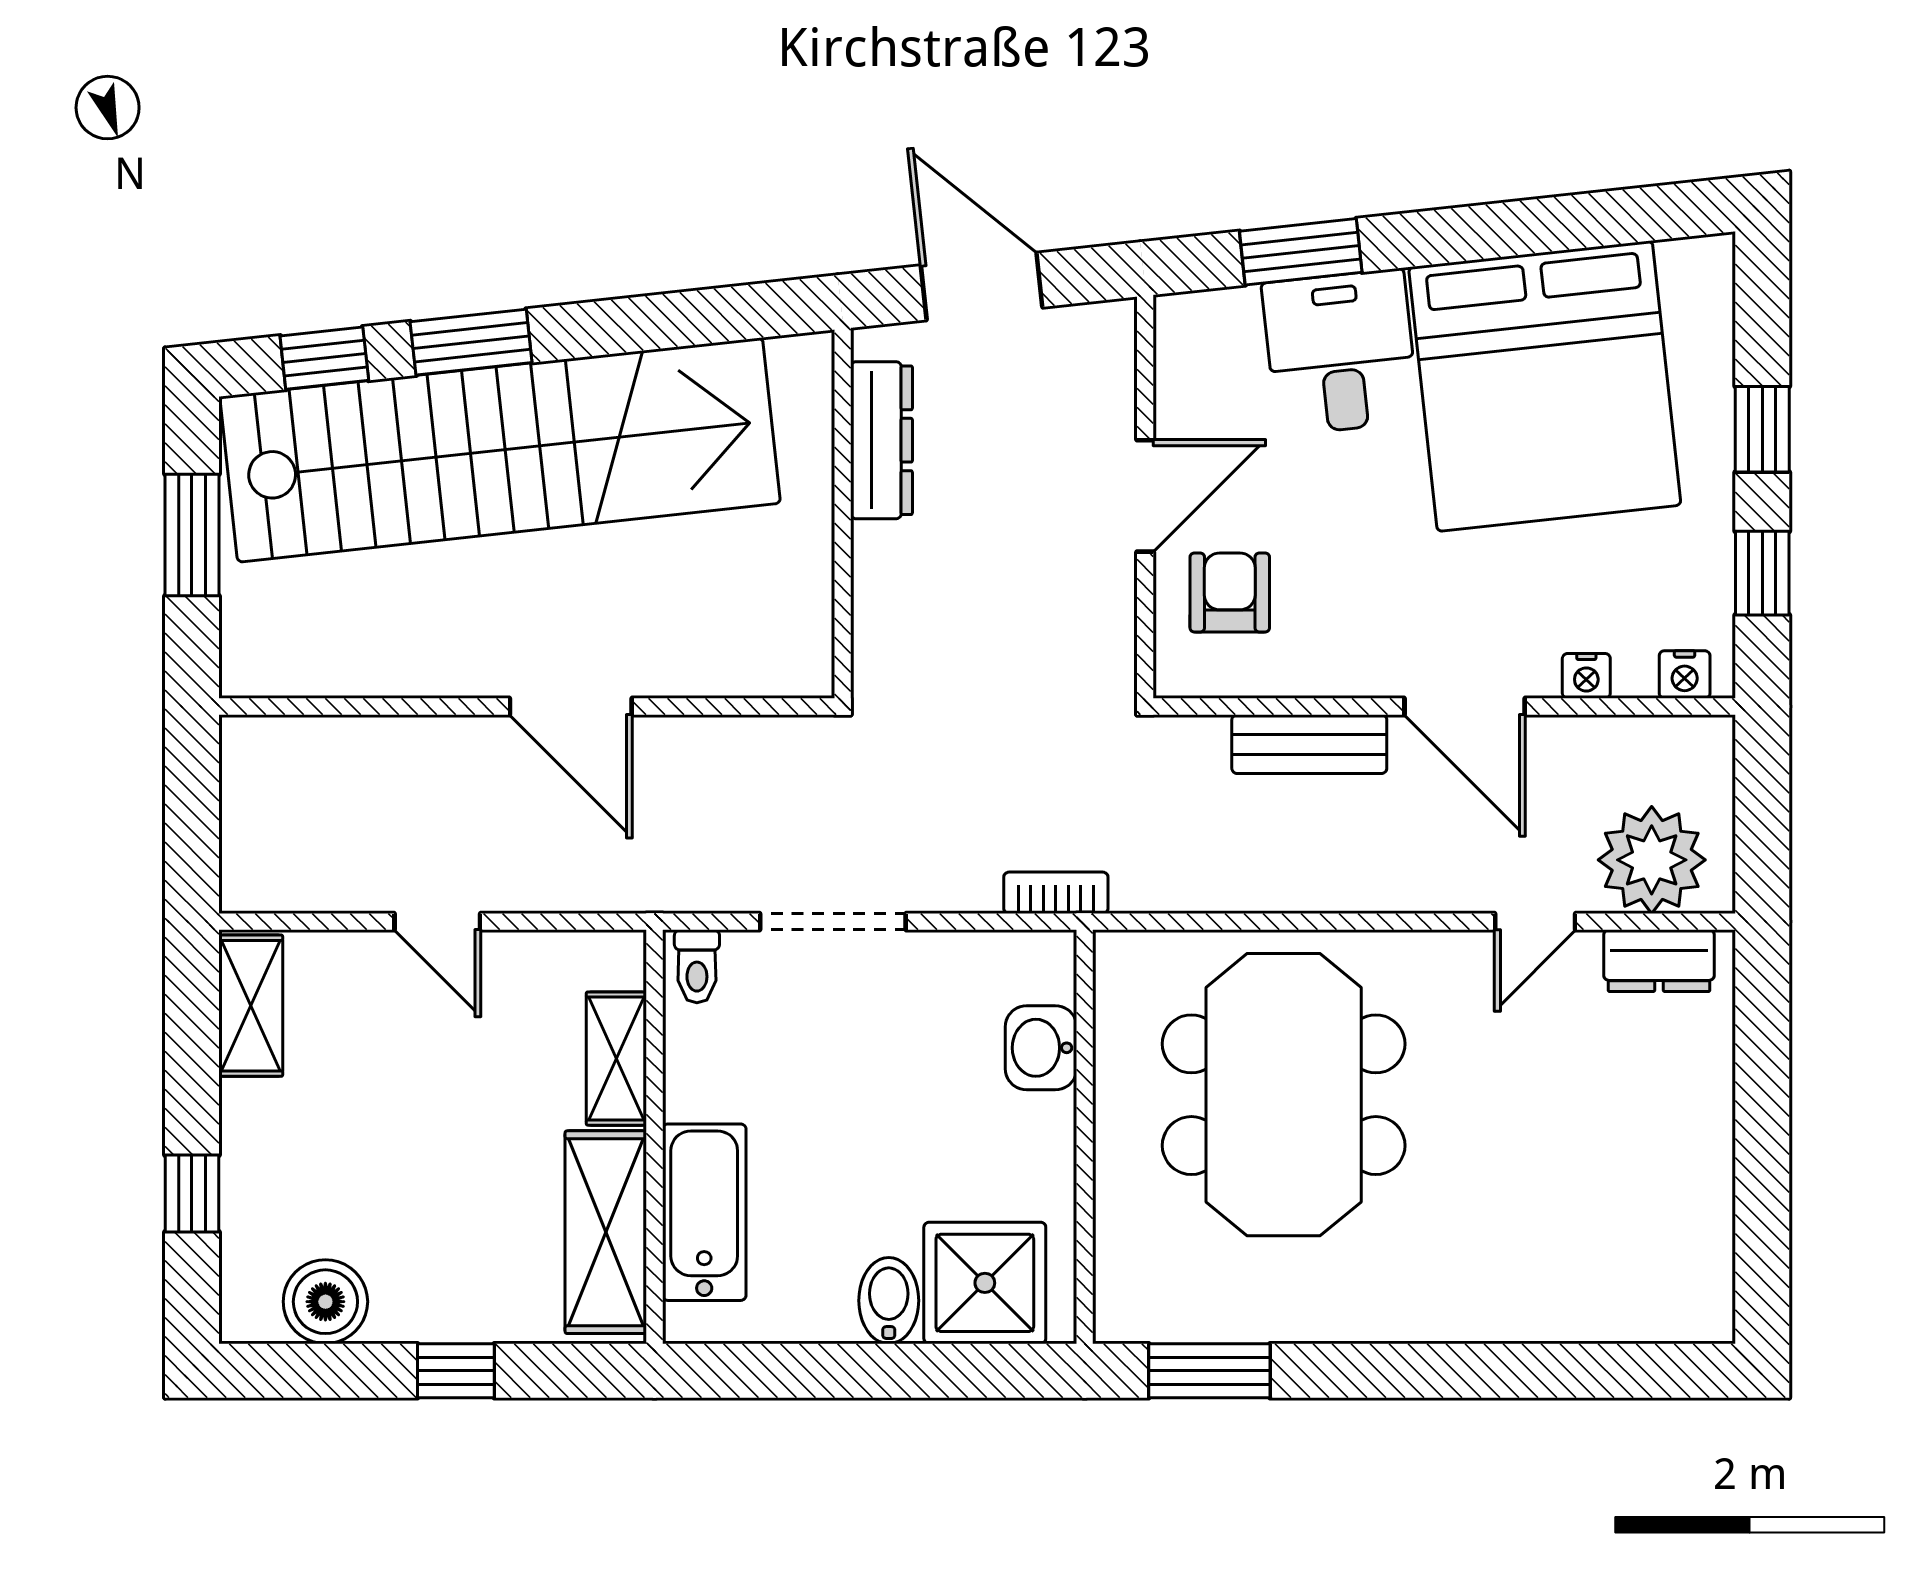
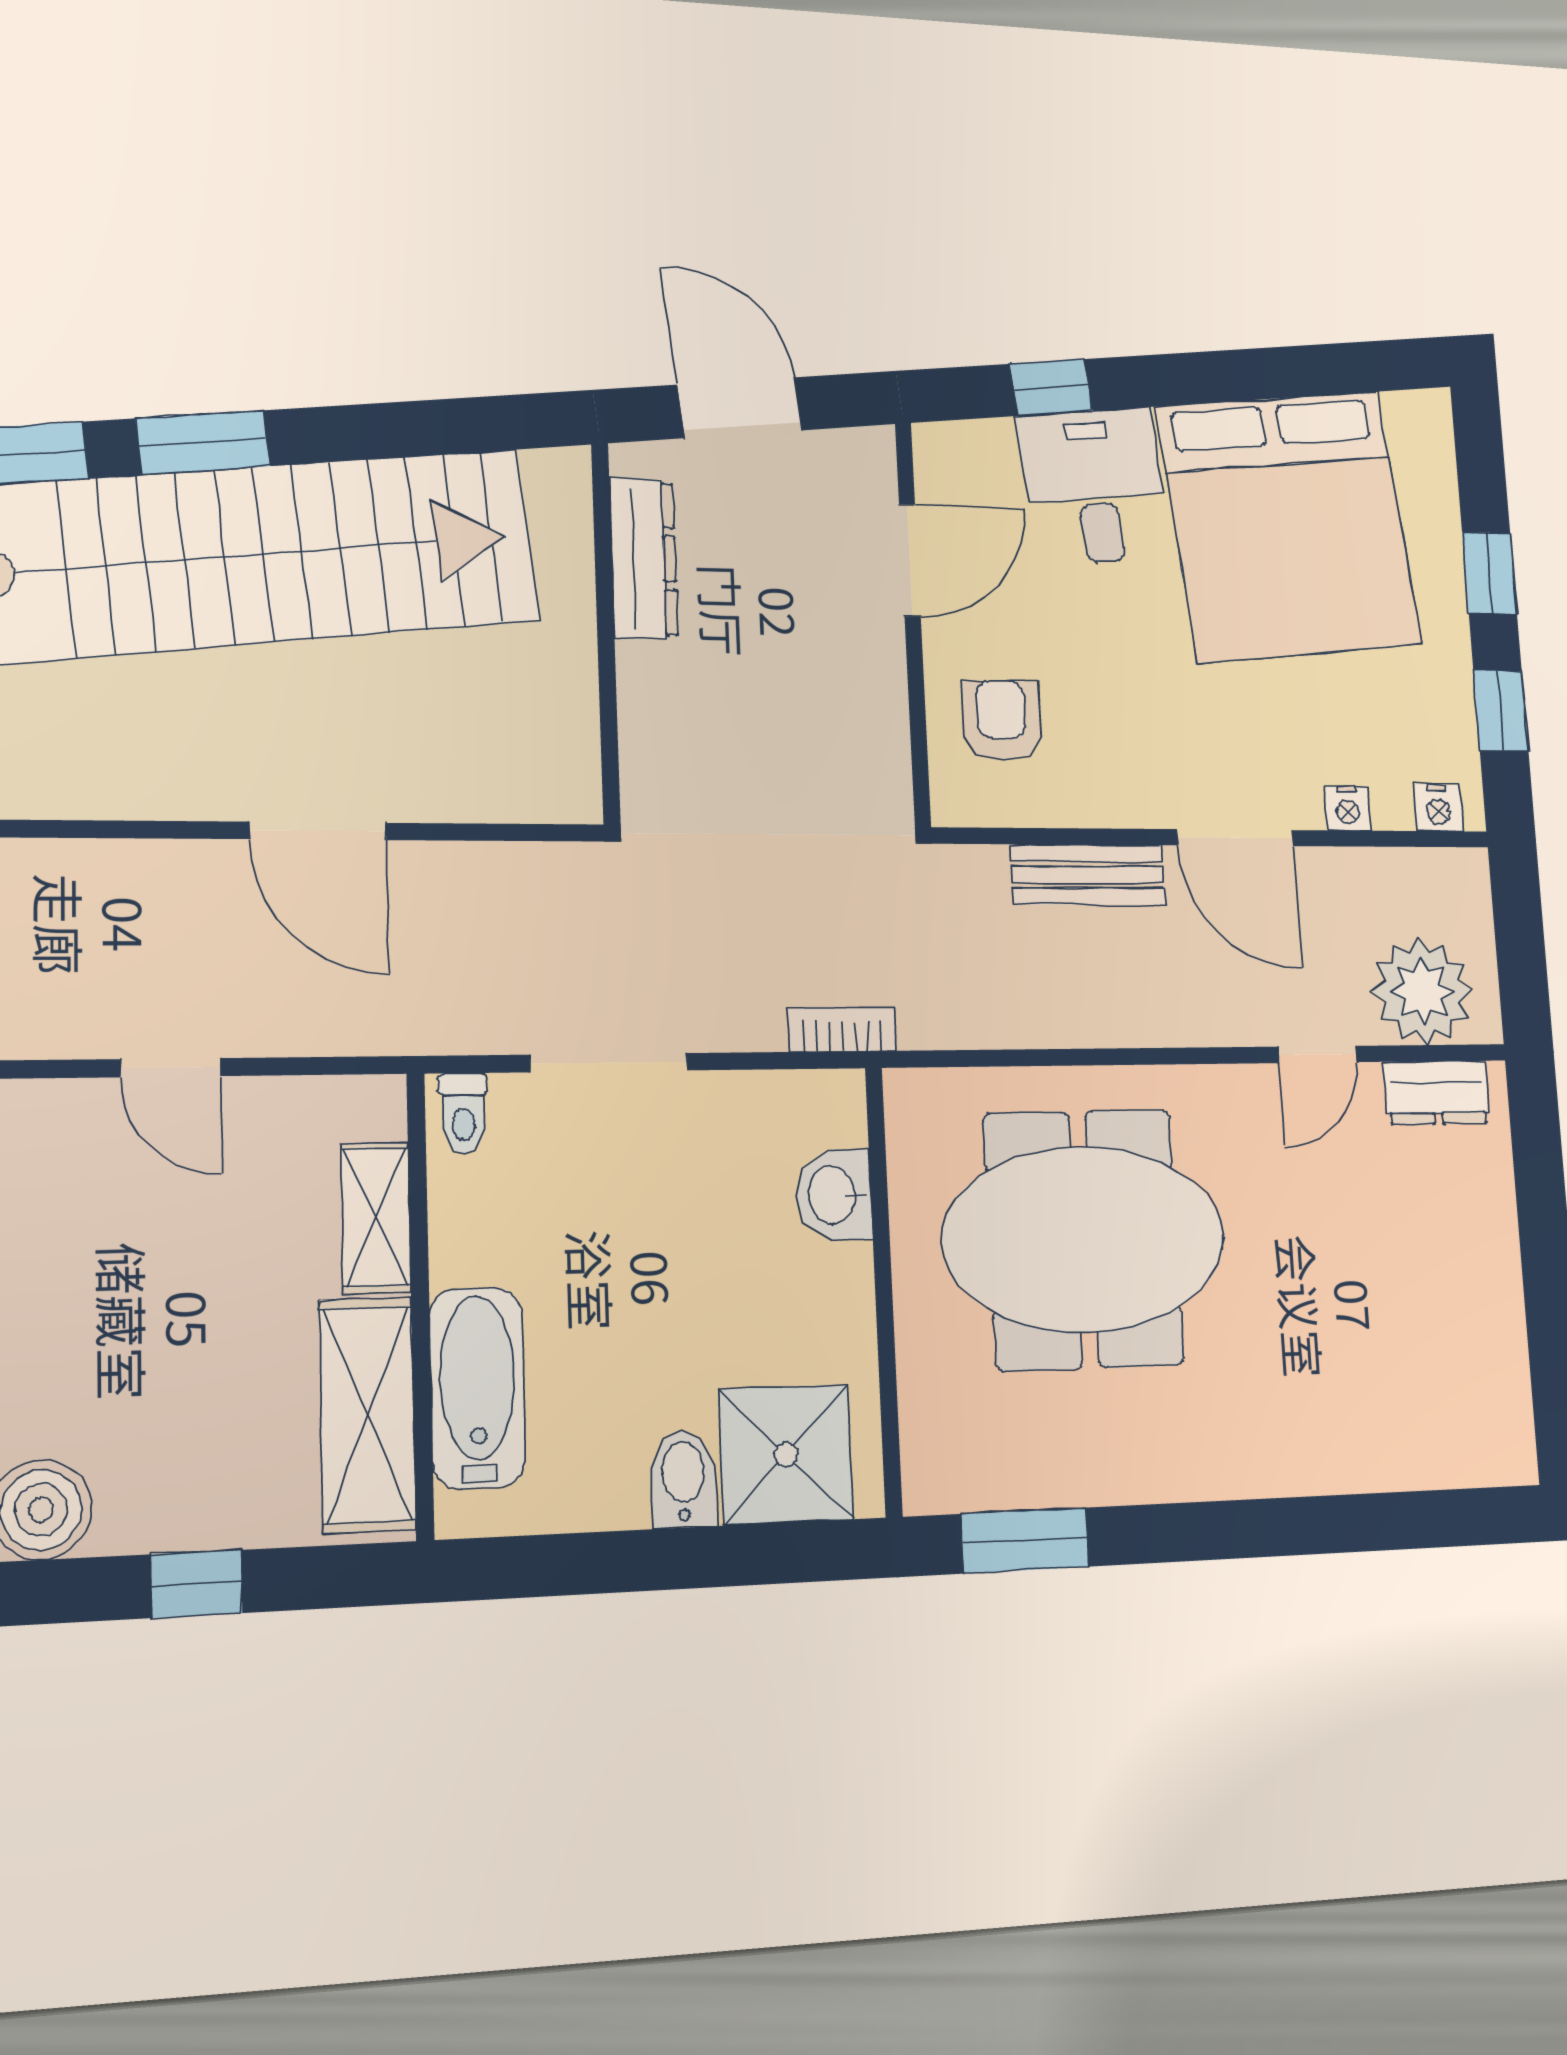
window: (1301, 252) -> (1051, 387), width x0.67
door: (1145, 496) -> (910, 560), moved
meeting table: (1284, 1095) -> (1084, 1239), turned 90

